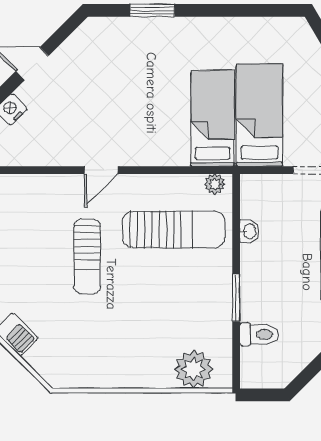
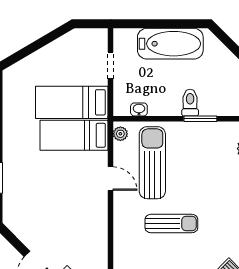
door: (101, 170) -> (111, 179), moved
washbasin: (249, 231) -> (139, 109), moved
toilet: (259, 334) -> (190, 103), moved

